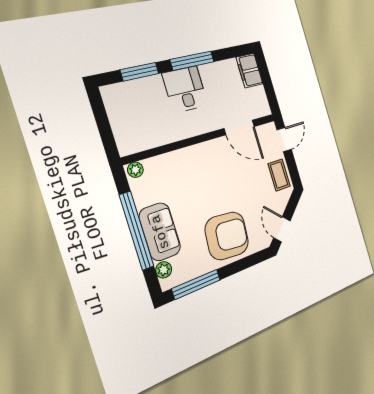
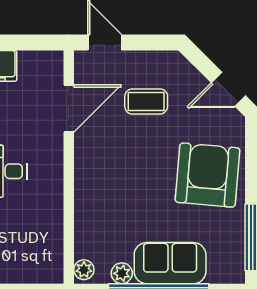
coffee table: (279, 175) -> (146, 101), moved
plant: (164, 270) -> (122, 273), moved

